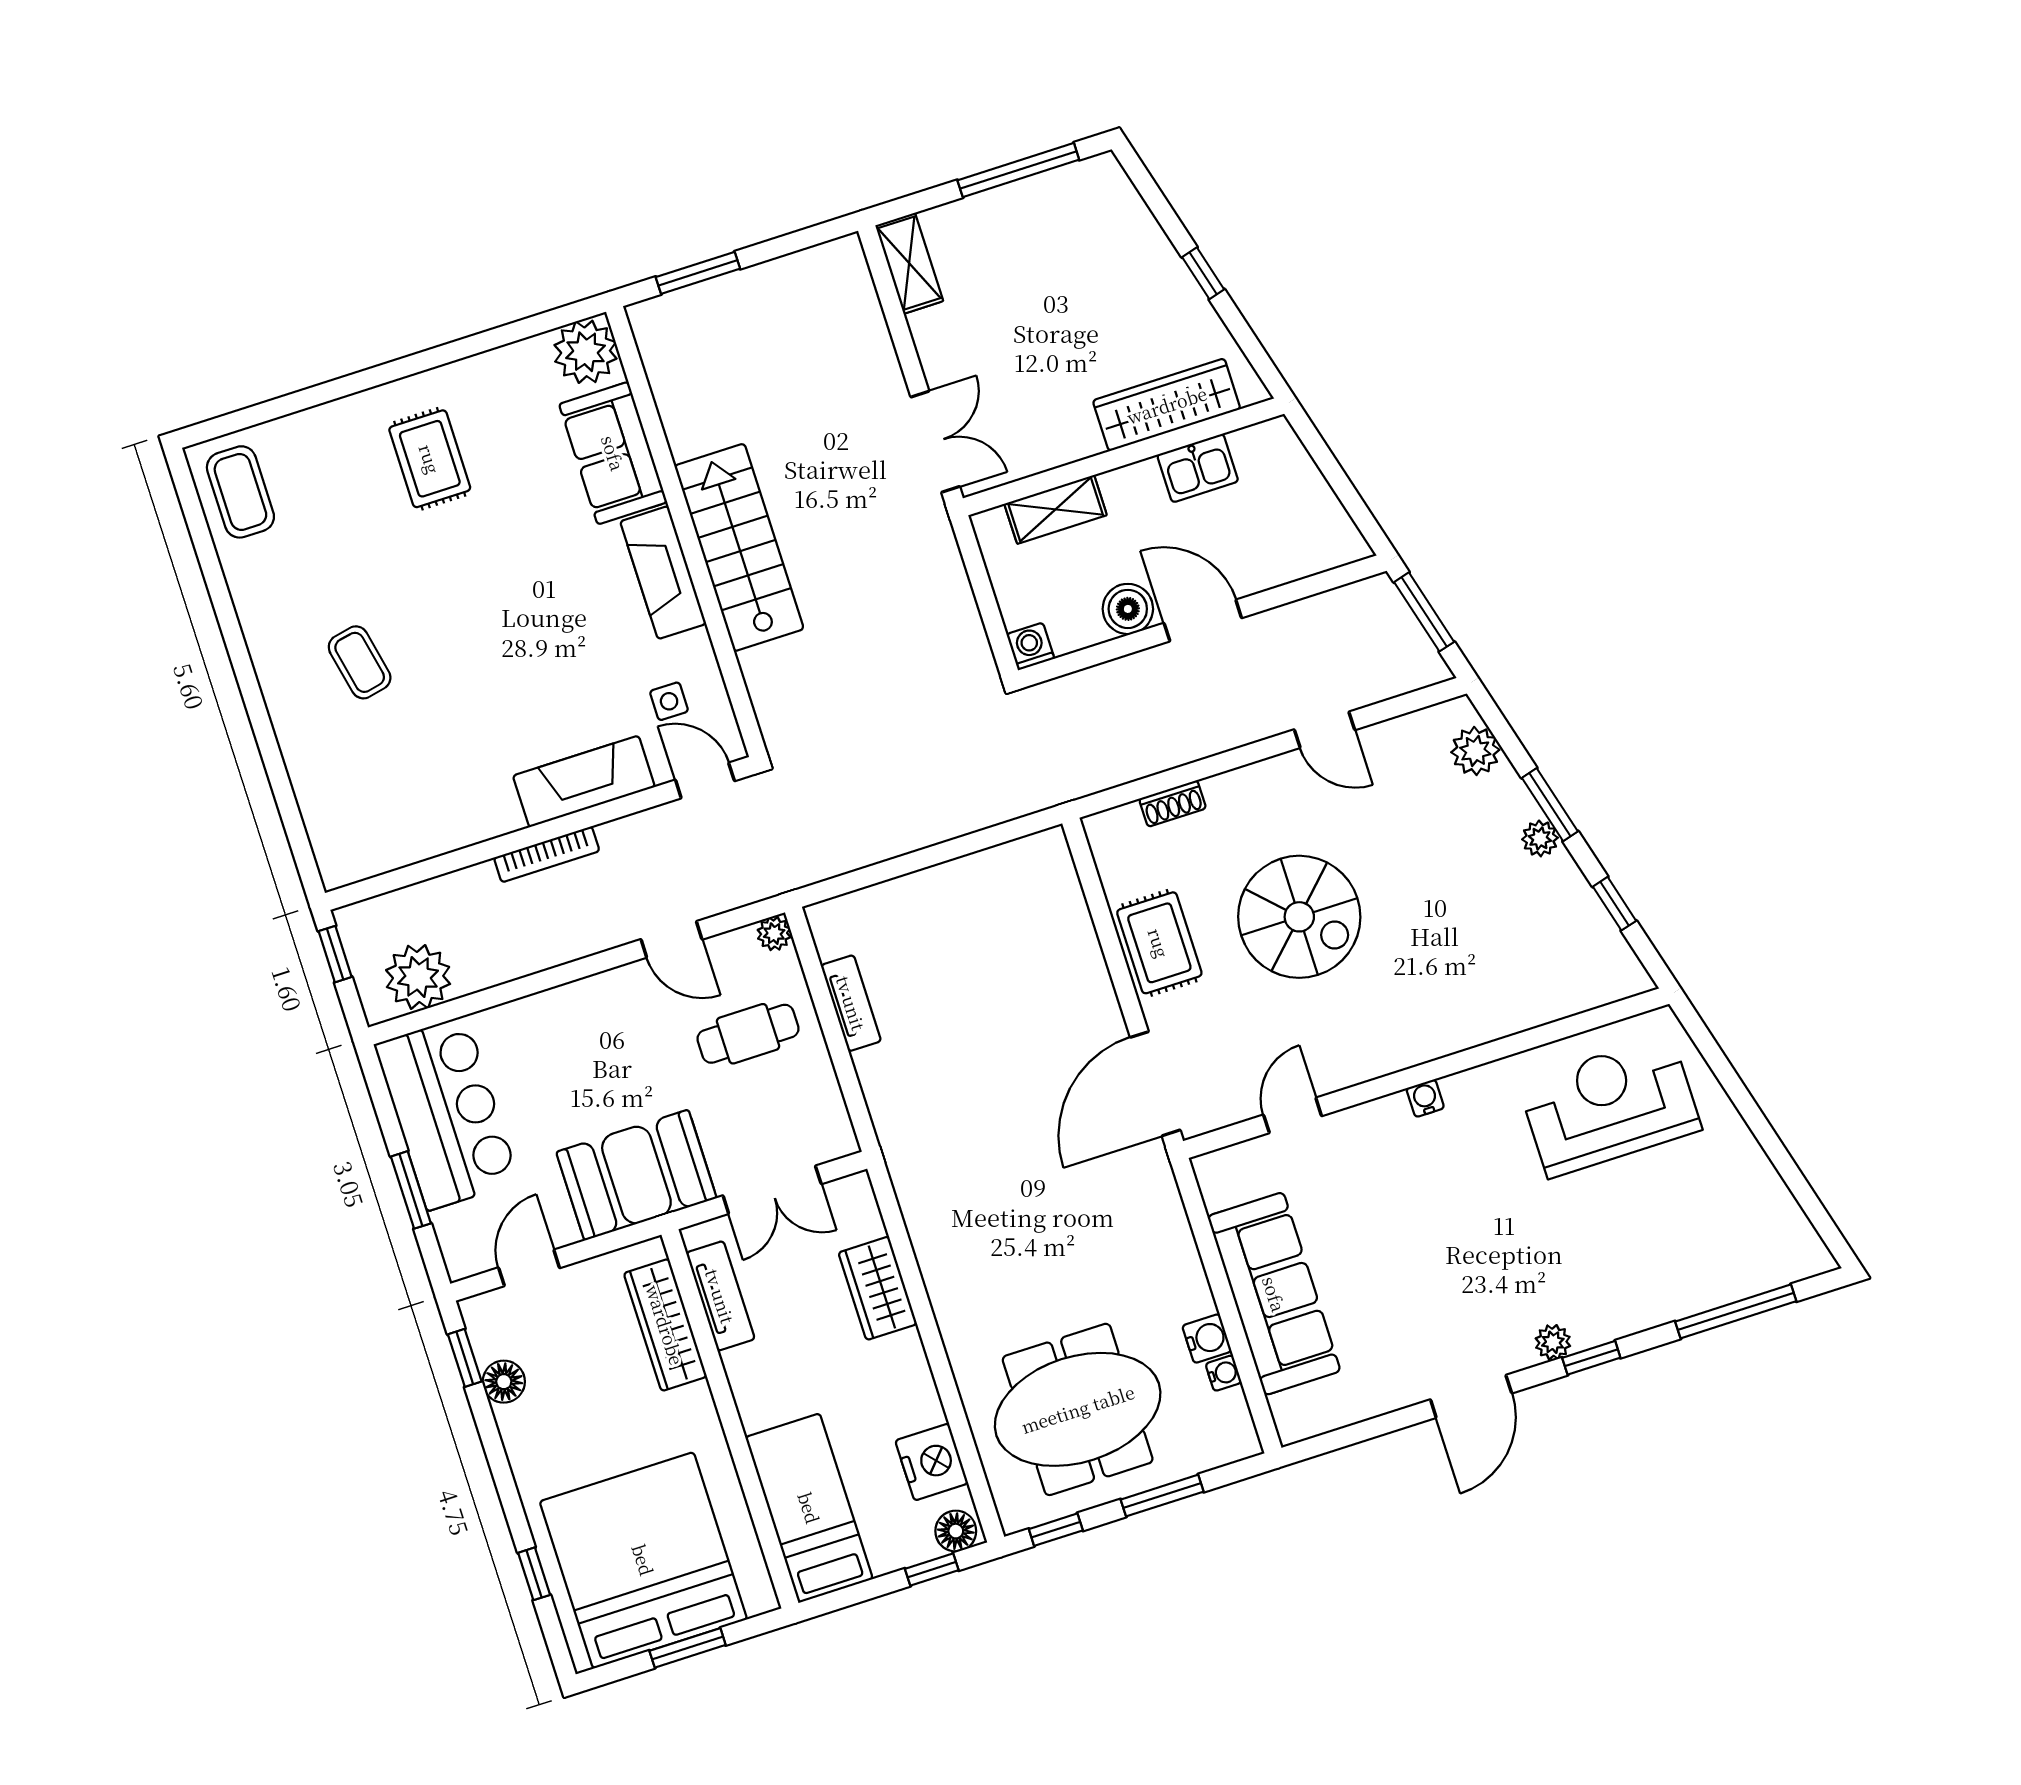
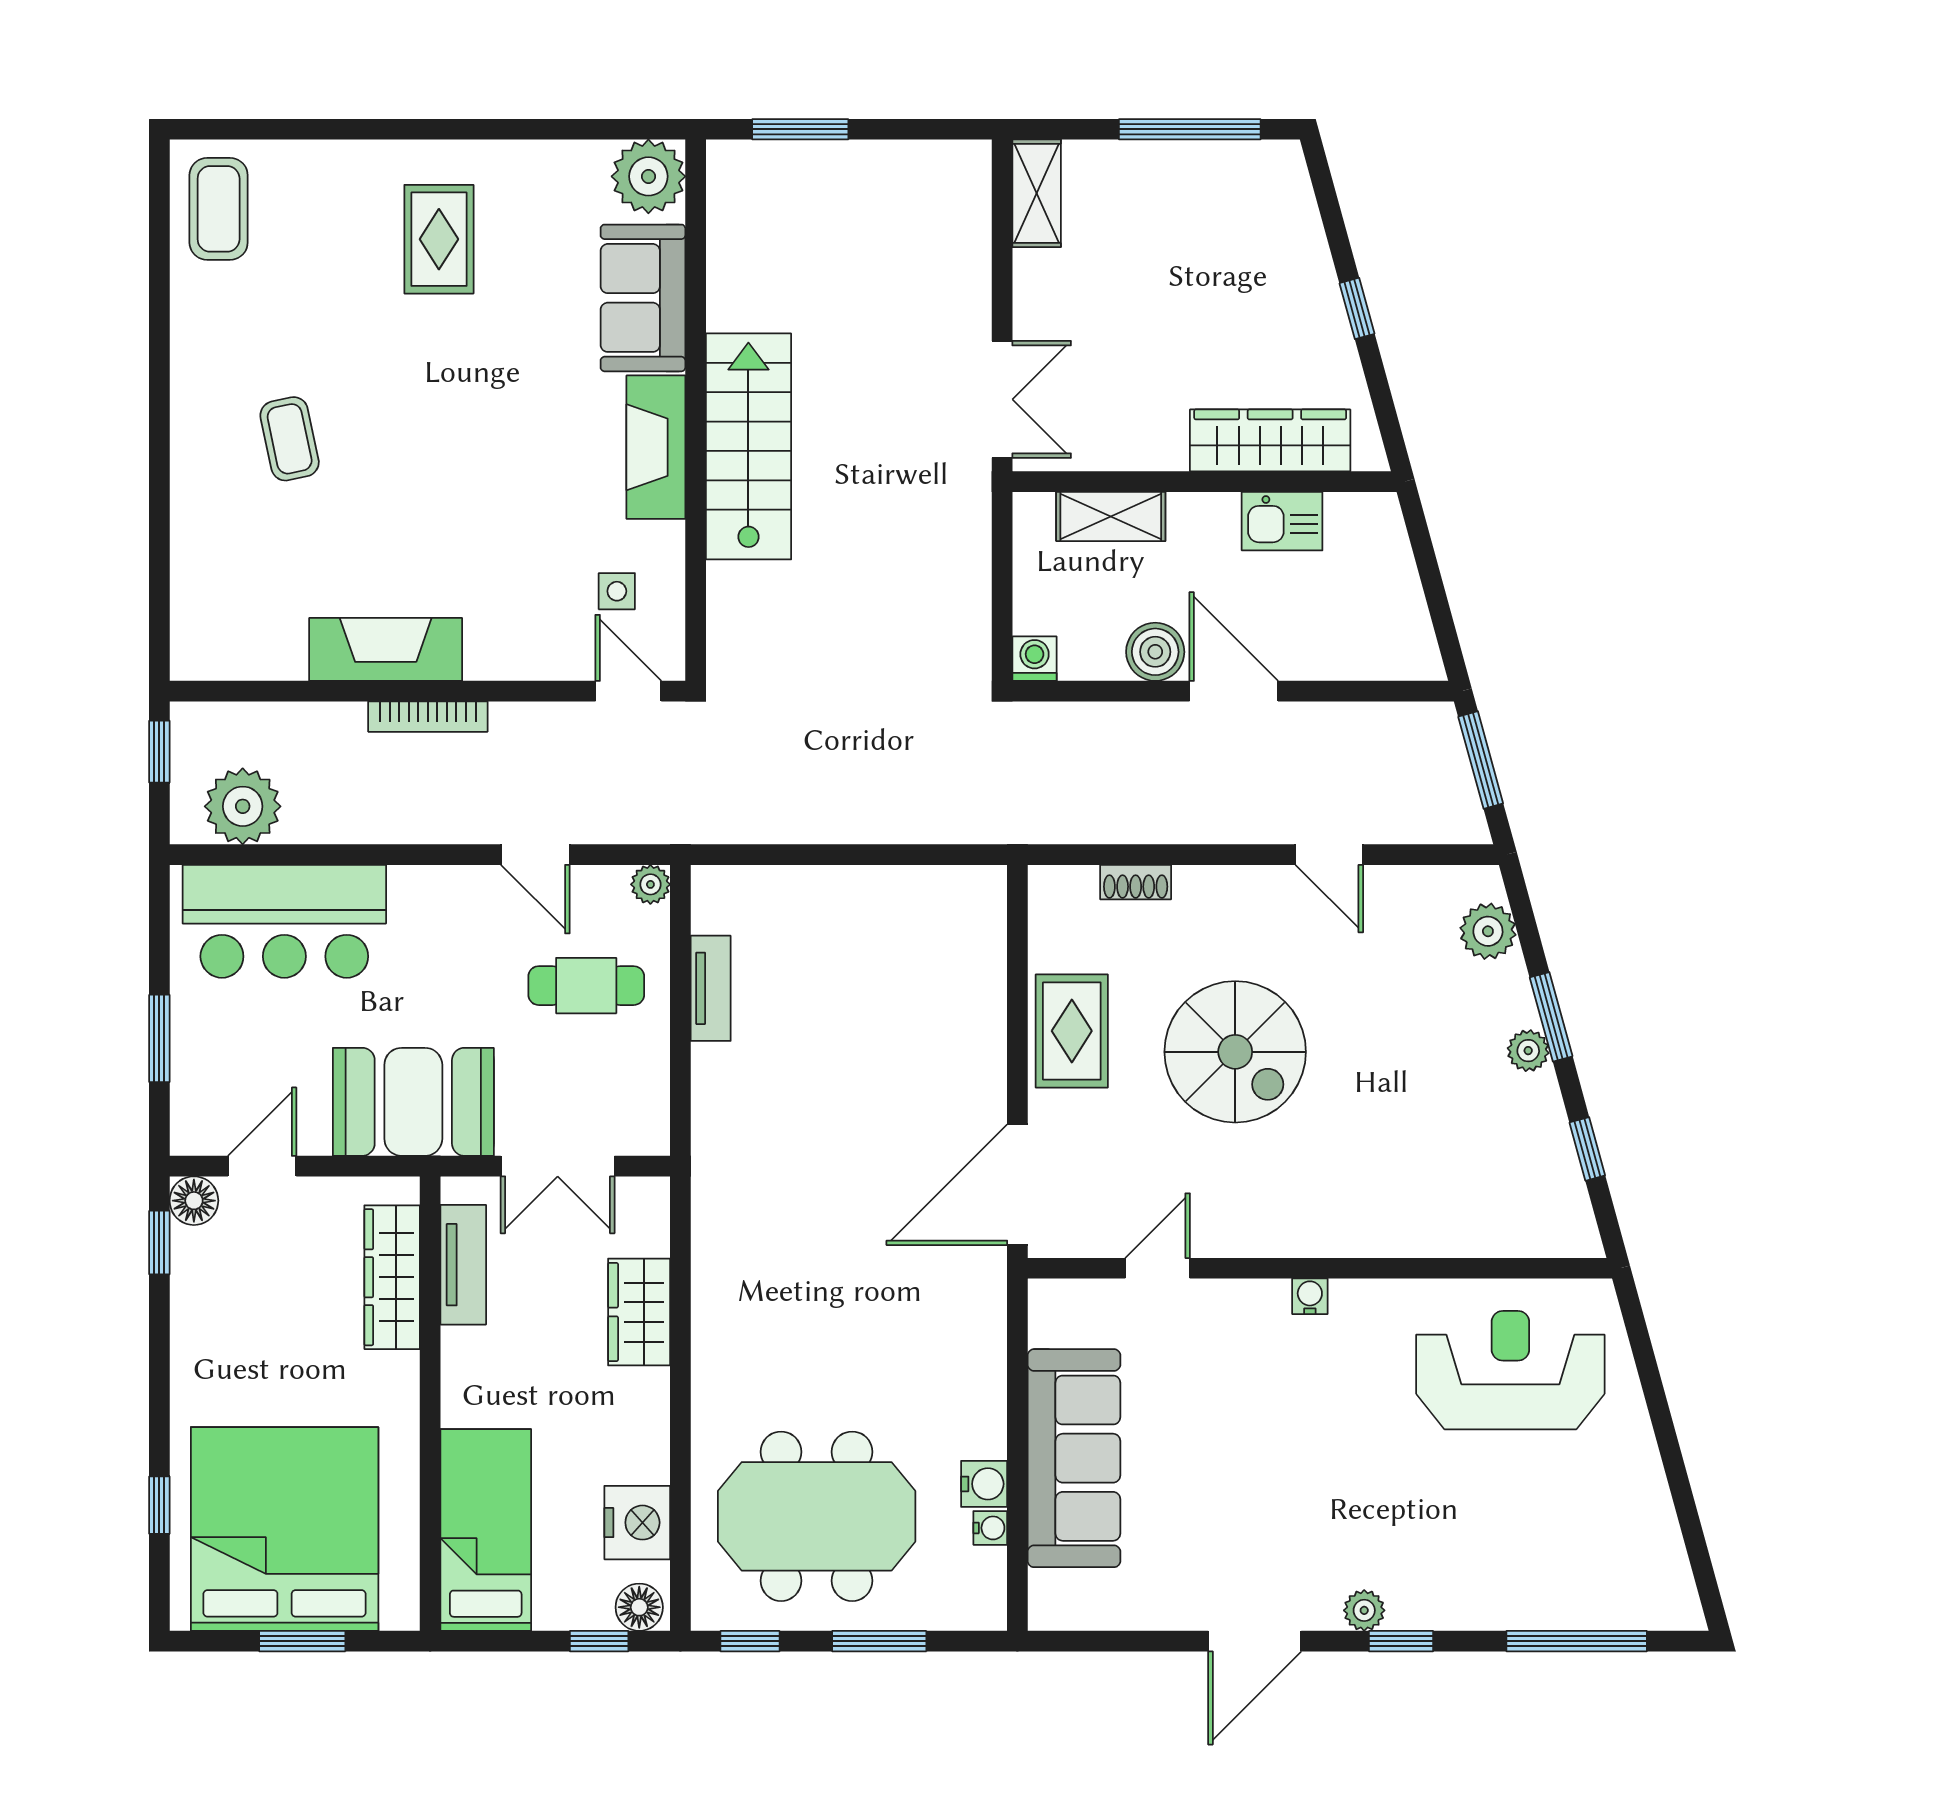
fireplace: (584, 781) -> (386, 649), moved
bar counter: (447, 1113) -> (284, 921), moved, turned 90
floor lamp: (504, 1382) -> (194, 1201), moved

